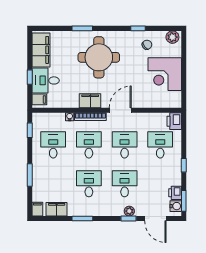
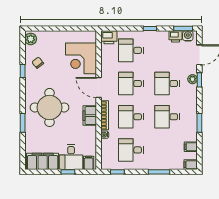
corner desk: (165, 74) -> (81, 58), moved, turned 90
filing cabinet: (57, 209) -> (191, 147), width x0.50

